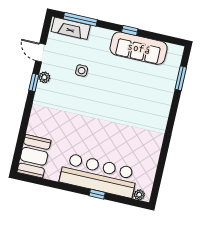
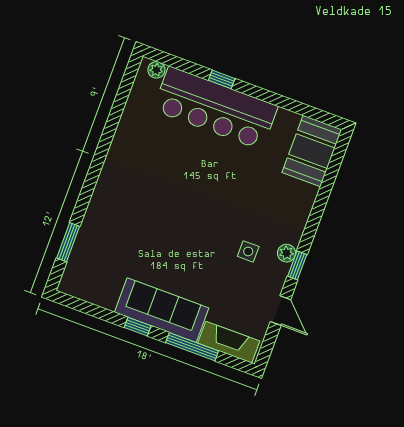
window: (80, 19) -> (192, 347), moved
sofa: (139, 48) -> (162, 310), moved
side table: (82, 71) -> (248, 251), moved
plant: (44, 77) -> (286, 253), moved

